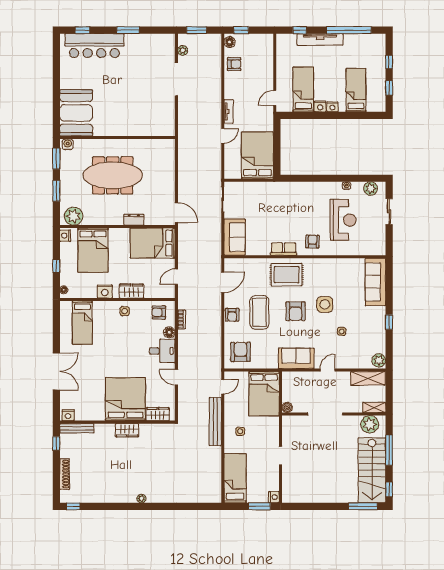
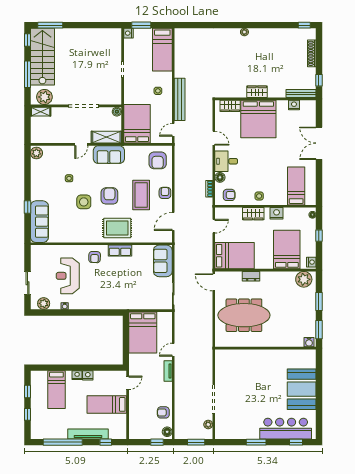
bed: (303, 89) -> (107, 404), moved, turned 90
booth: (76, 113) -> (302, 389), moved
meeting table: (113, 175) -> (244, 315), moved
window: (389, 322) -> (28, 207), moved
shelving: (368, 378) -> (106, 137), moved
nightstand: (68, 415) -> (294, 105), moved

